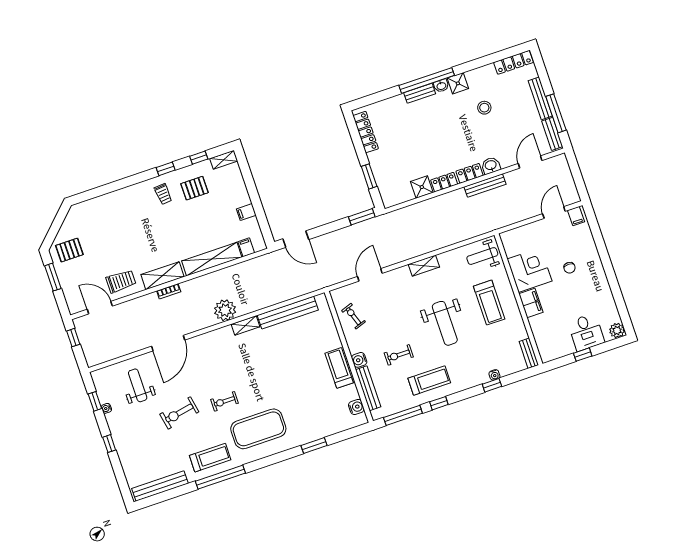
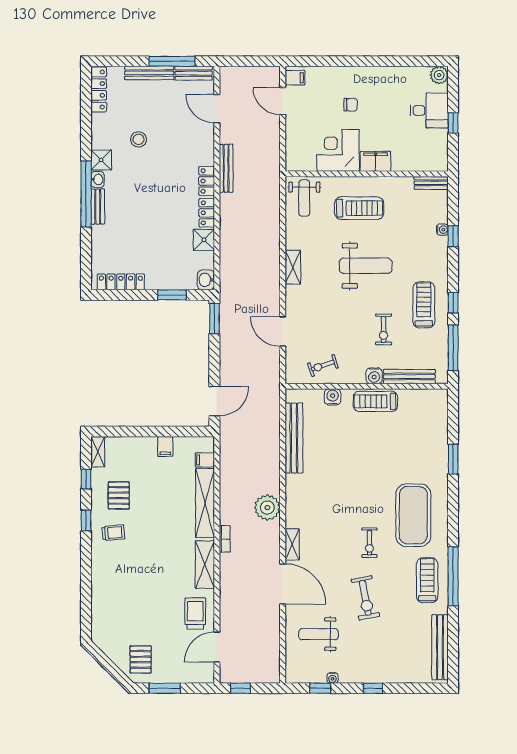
washbasin: (491, 165) -> (206, 280), moved
bookcase: (169, 291) -> (225, 539), moved
shelving: (246, 325) -> (292, 544), moved
water cooler: (356, 407) -> (333, 397), moved

